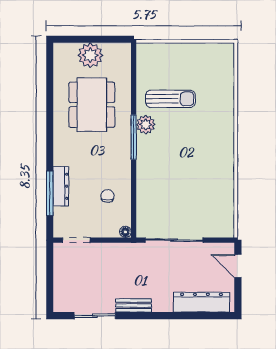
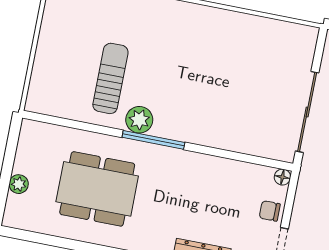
plant: (90, 55) -> (19, 184), width x0.53, depth x0.53
chair: (107, 196) -> (270, 211), moved

